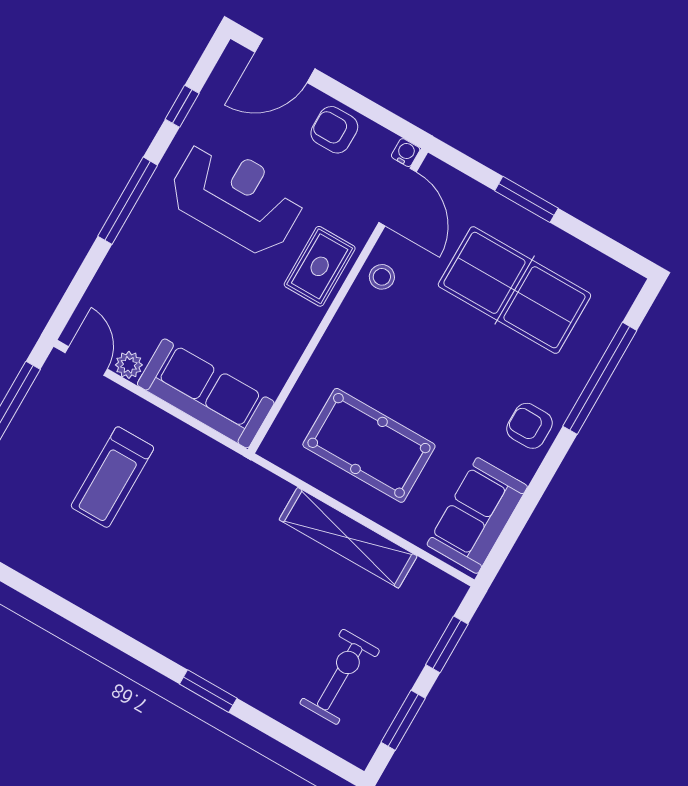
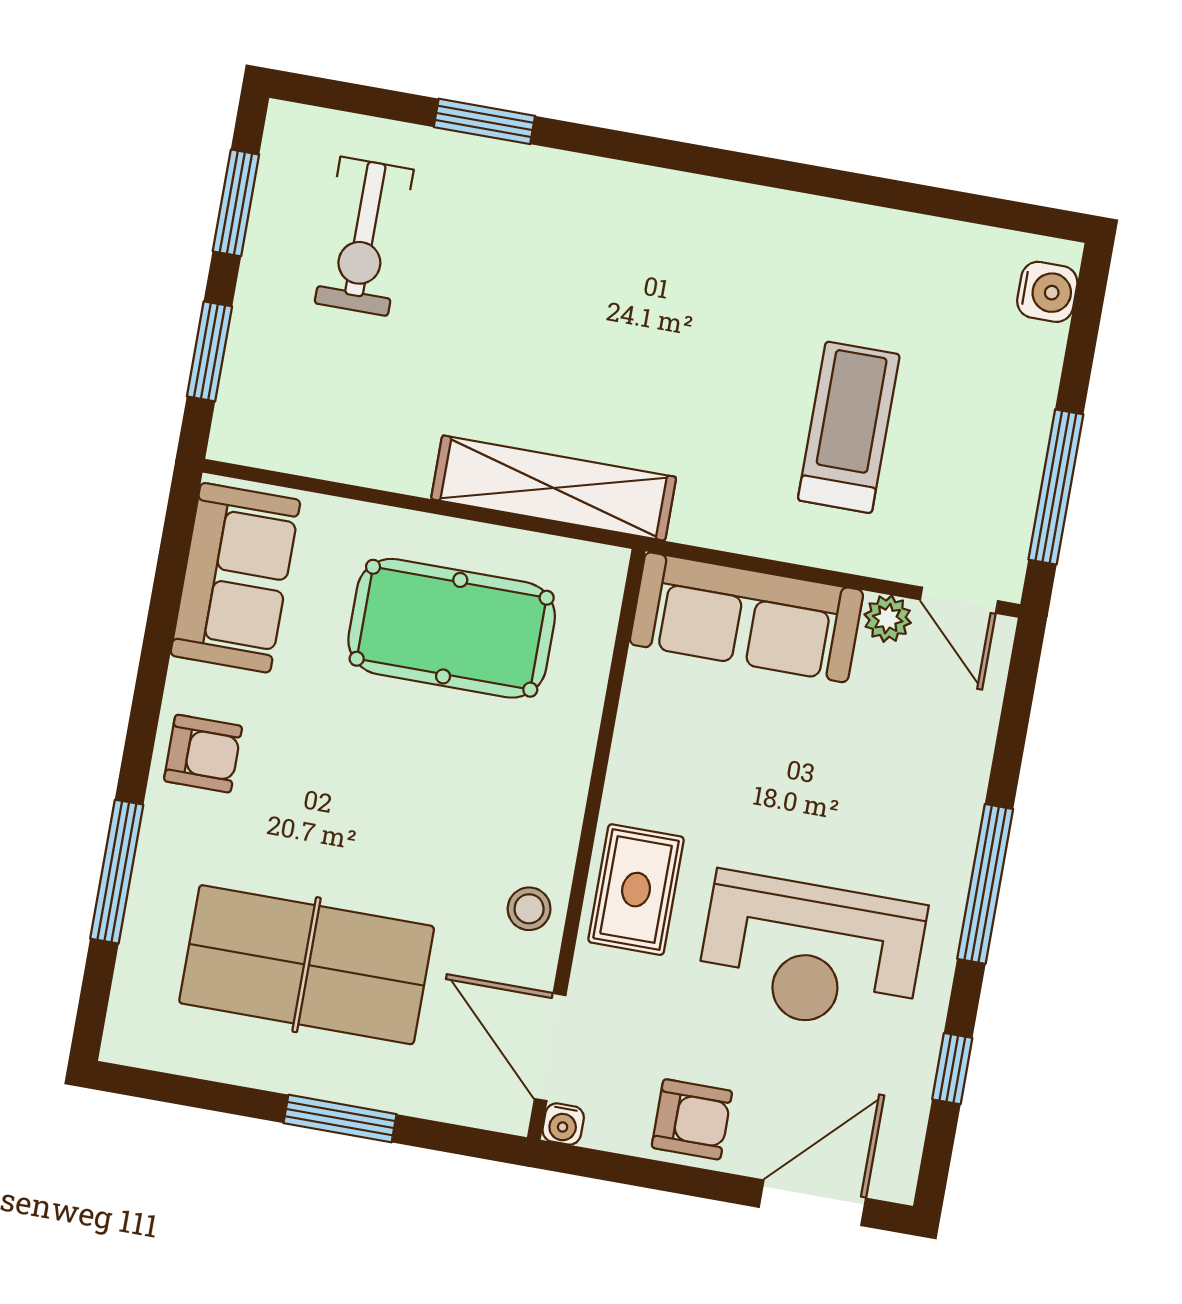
window: (600, 378) -> (117, 872), width x0.68
shelving: (348, 538) -> (554, 488), moved
window: (208, 691) -> (484, 121), moved

